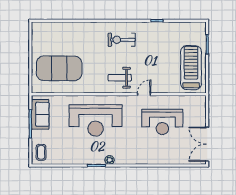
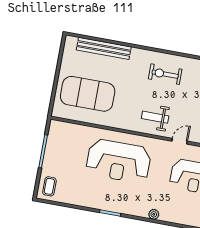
bench: (66, 27) -> (104, 48), added
sofa: (40, 114) -> (56, 143), removed
plant: (110, 160) -> (154, 214), moved

